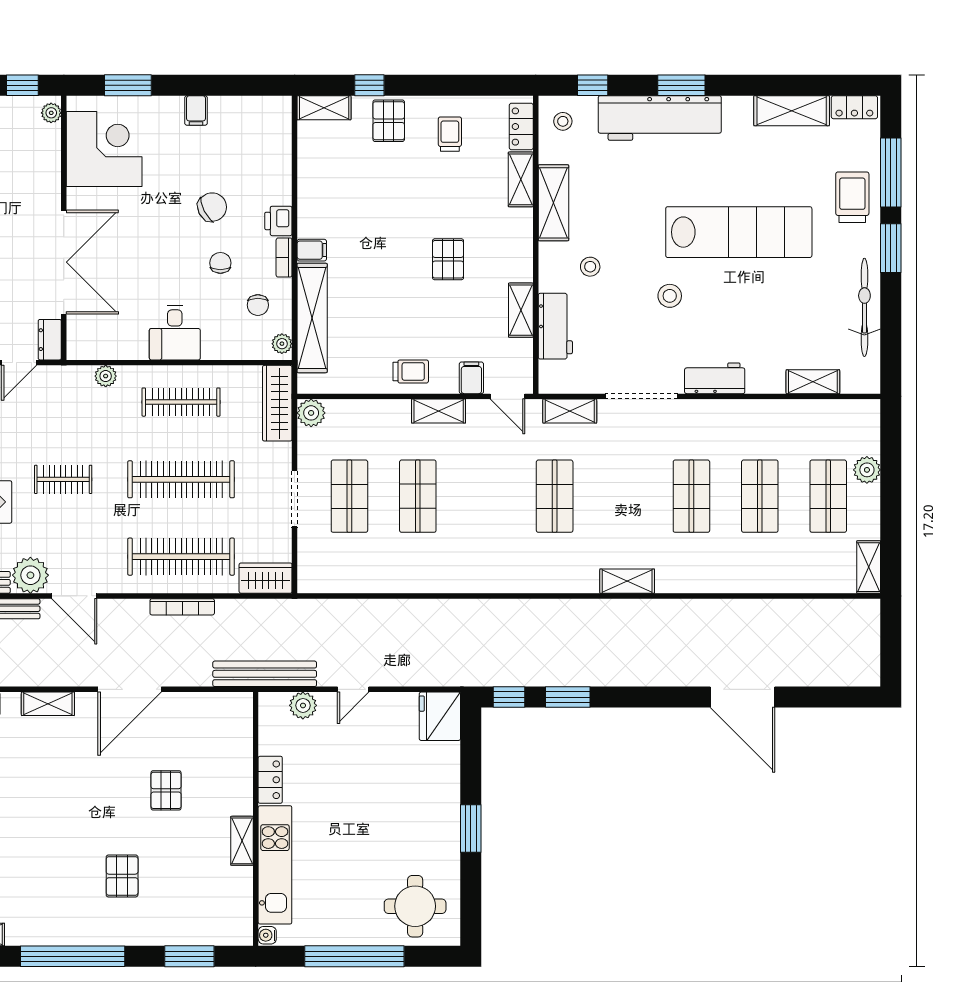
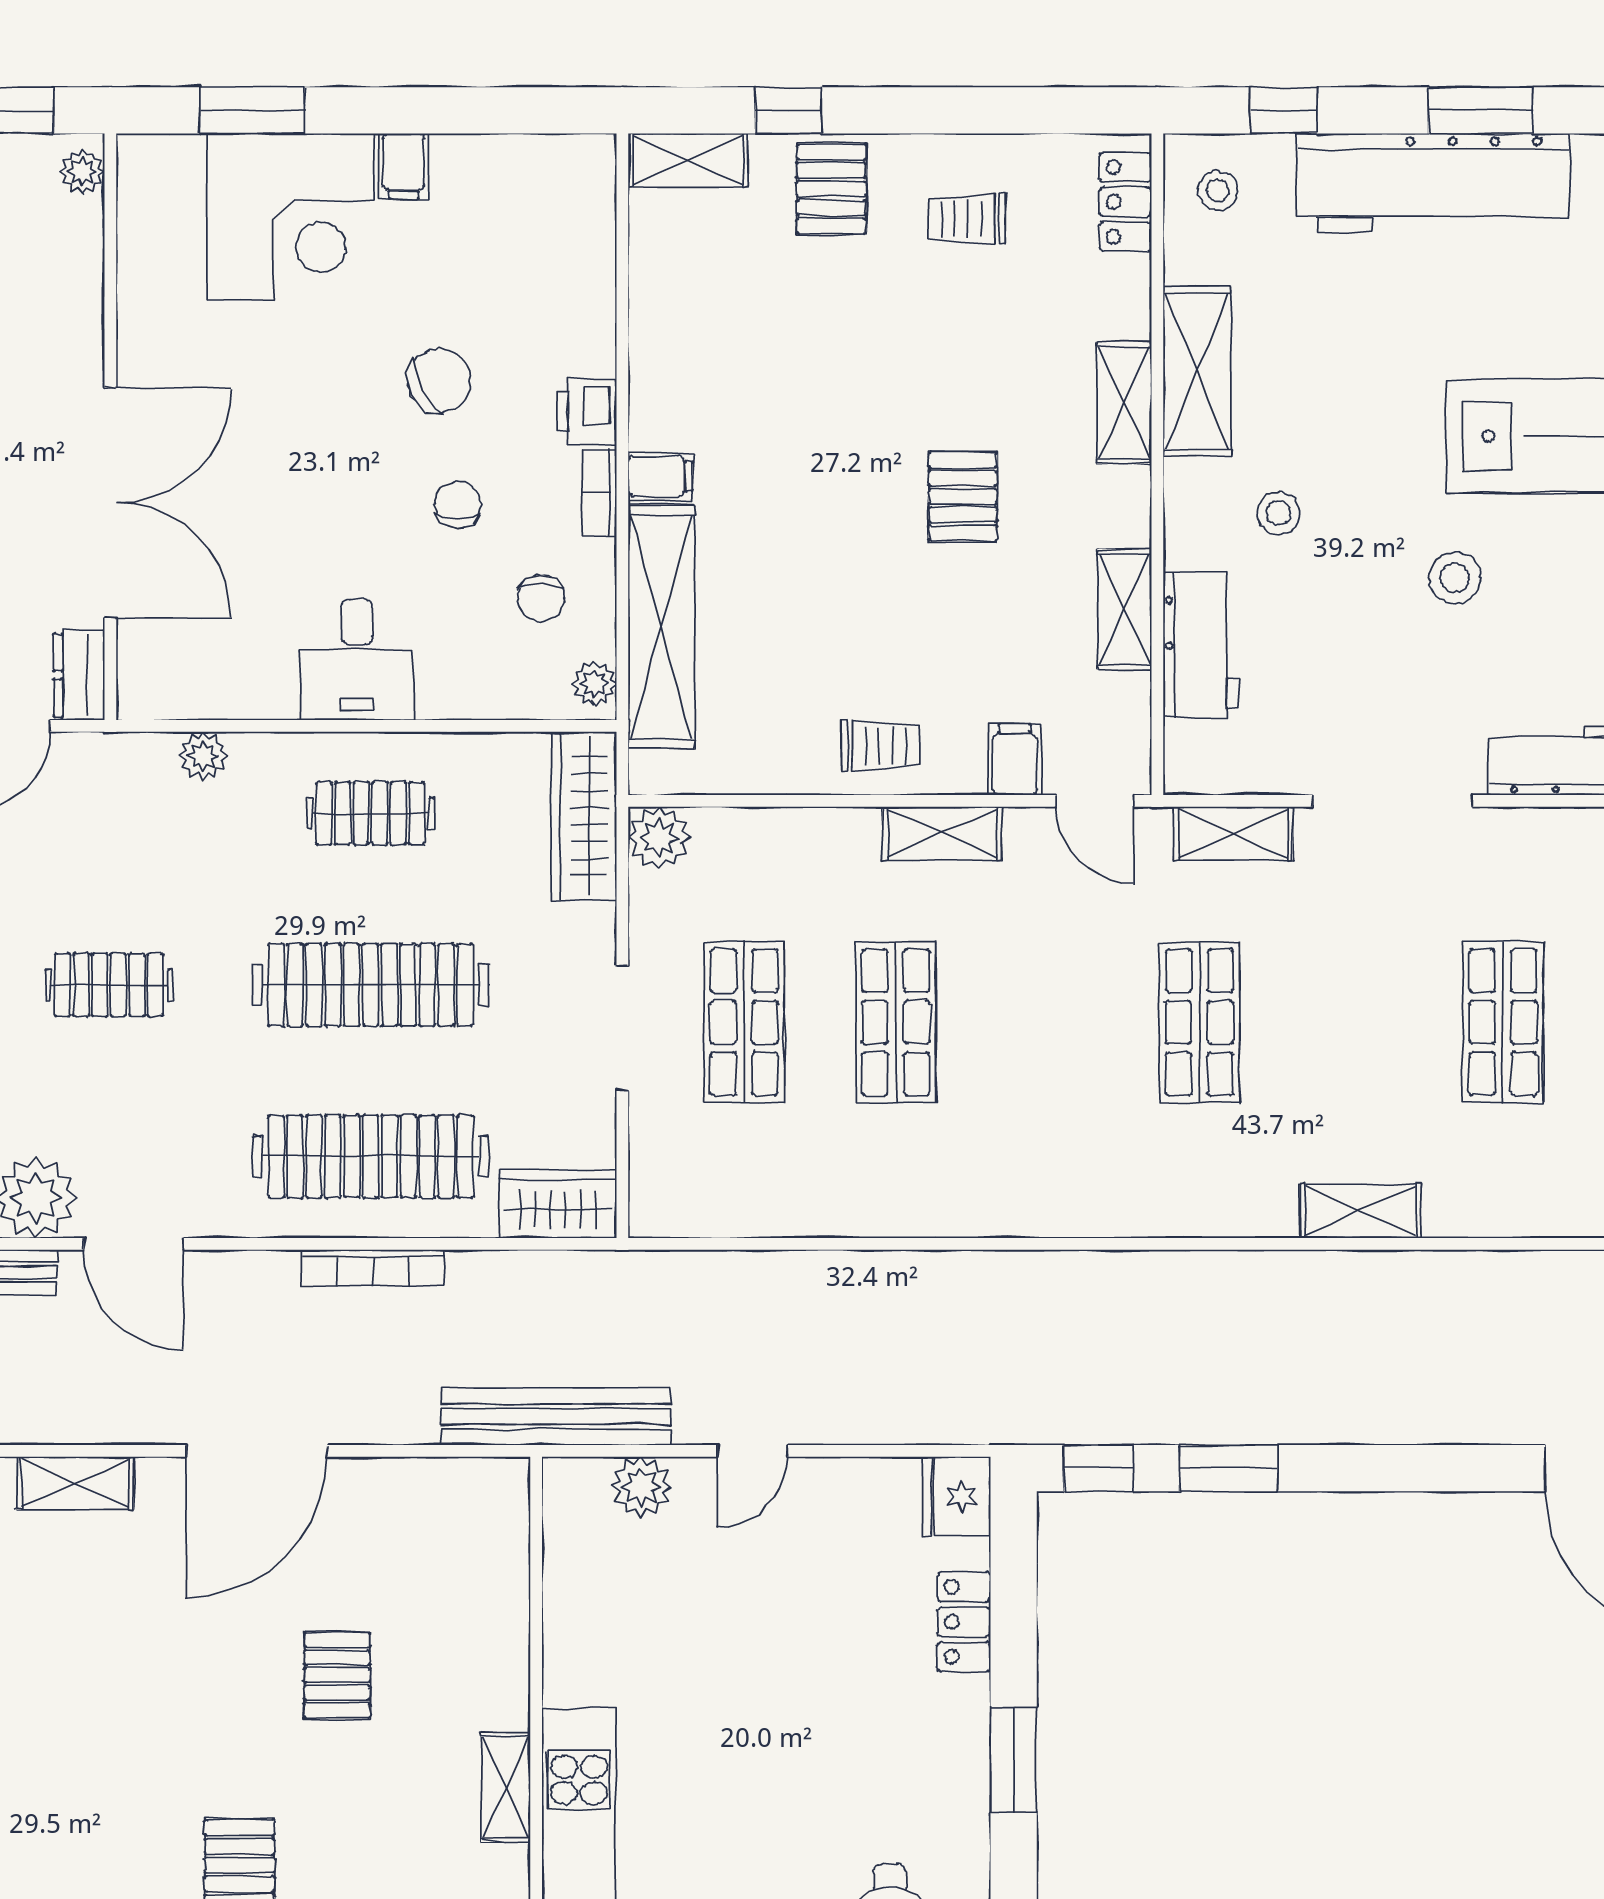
trolley: (450, 134) -> (967, 219), turned -90
corner desk: (104, 149) -> (291, 217), moved, turned 90
shelving: (521, 179) -> (1124, 403), moved
clothes rail: (181, 402) -> (371, 813), width x0.73
fridge: (440, 716) -> (956, 1496), width x0.73, depth x0.75
locker: (270, 780) -> (964, 1622), moved, turned 180

